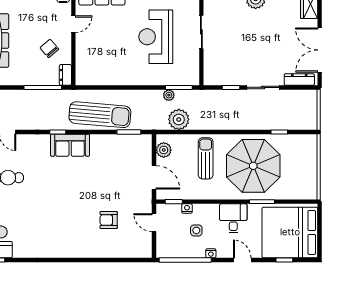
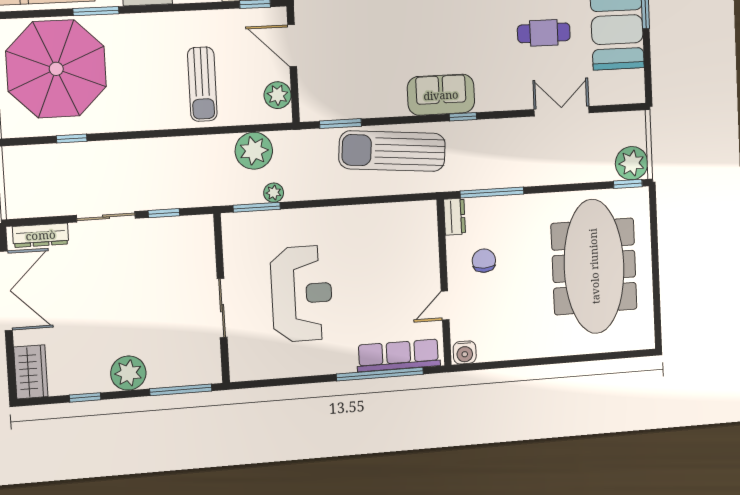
chair: (49, 48) -> (484, 261), turned -139
parasol: (253, 166) -> (56, 69), moved

